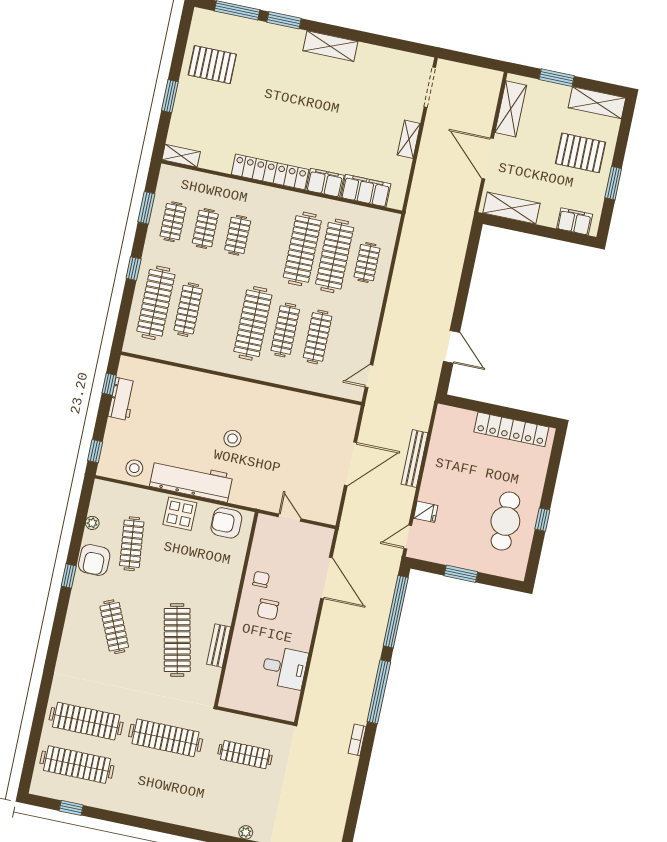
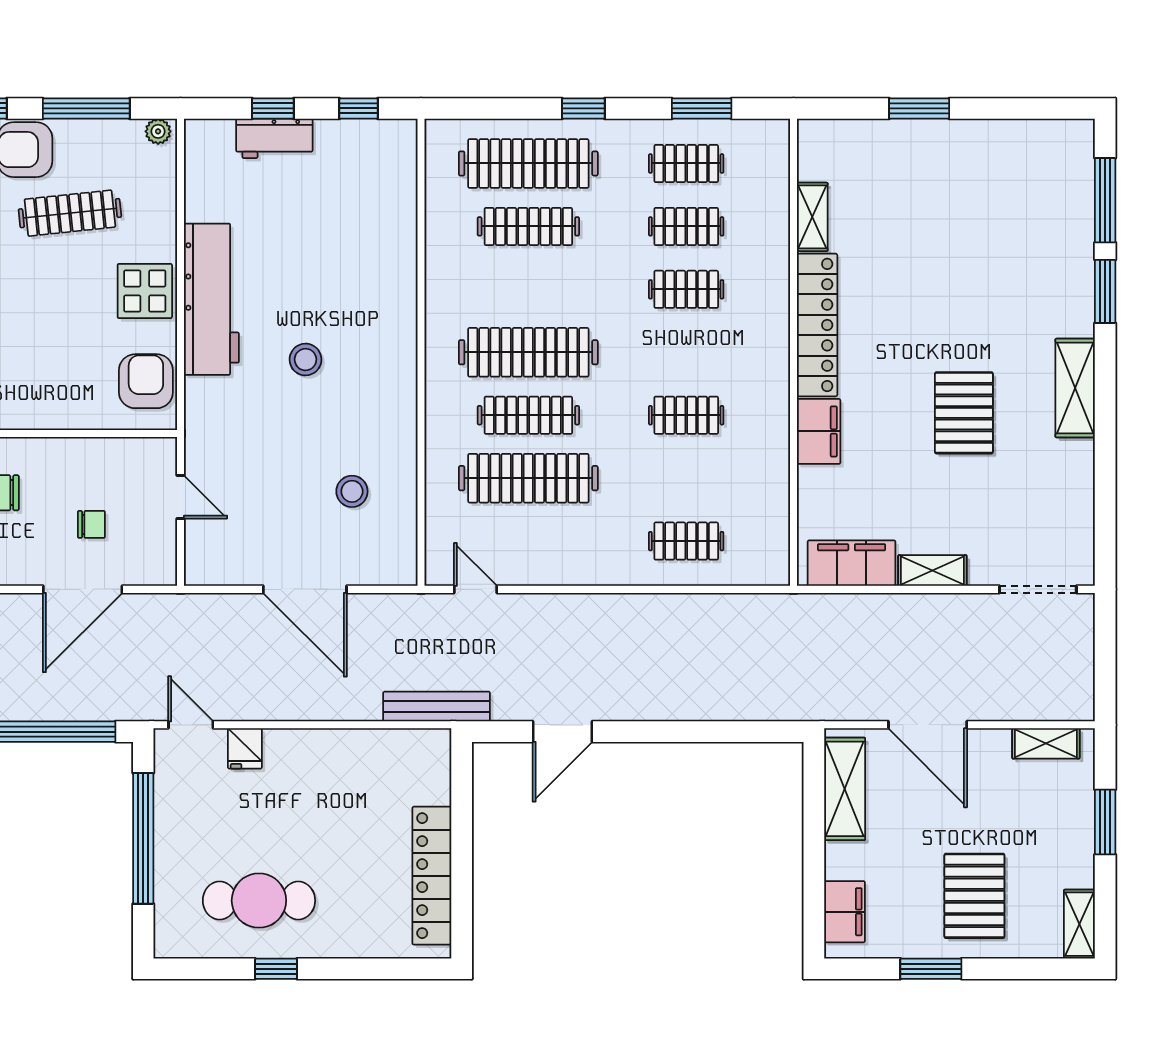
pallet: (212, 65) -> (964, 413), moved
shelving: (597, 103) -> (1079, 924), width x0.67, depth x0.75
shelving: (511, 109) -> (1046, 743), width x0.67, depth x0.75
shelving: (181, 156) -> (812, 217), moved
door: (488, 158) -> (928, 725), swing flipped
filing cabinet: (366, 191) -> (852, 563), moved, turned -90
clothes rail: (302, 249) -> (686, 415), width x0.54, depth x0.76
clothes rail: (335, 256) -> (686, 478), removed
clothes rail: (318, 337) -> (528, 478), width x1.37, depth x1.31
workbench: (122, 399) -> (274, 138), moved
window: (95, 451) -> (273, 108), moved
bench: (414, 458) -> (437, 707), moved
stool: (134, 468) -> (352, 491), moved
door: (290, 518) -> (180, 497), hinge flipped
plant: (92, 523) -> (158, 131), moved
window: (80, 524) -> (86, 108), added
window: (461, 574) -> (143, 838), width x2.11
chair: (261, 579) -> (91, 524), moved

